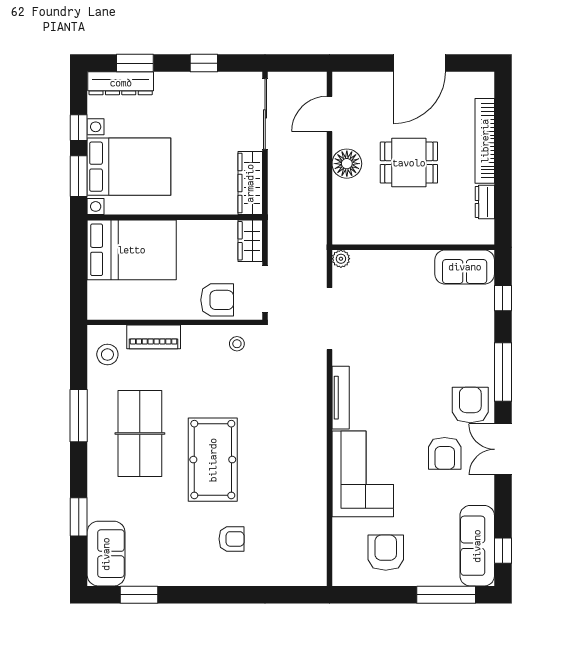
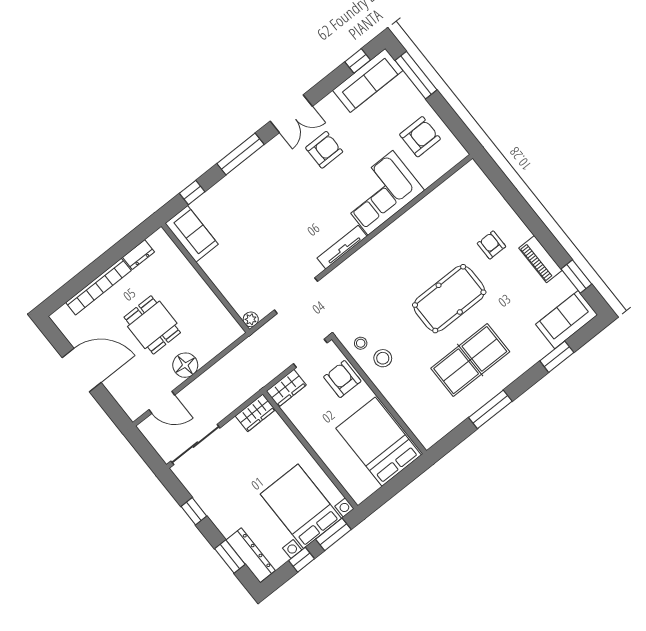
wardrobe: (250, 183) -> (255, 413), width x0.67
bed: (132, 250) -> (379, 442), moved
piano: (154, 337) -> (540, 259), moved, turned 180
stool: (107, 355) -> (383, 358), moved
armchair: (470, 405) -> (279, 158), removed
armchair: (386, 553) -> (420, 137), turned 180

